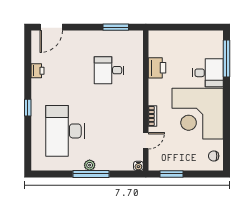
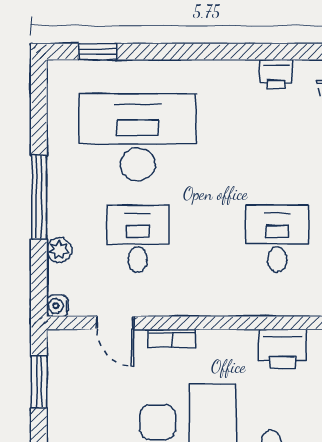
window: (28, 108) -> (97, 52), moved
desk: (109, 131) -> (138, 239), added
plant: (90, 165) -> (59, 250), moved

